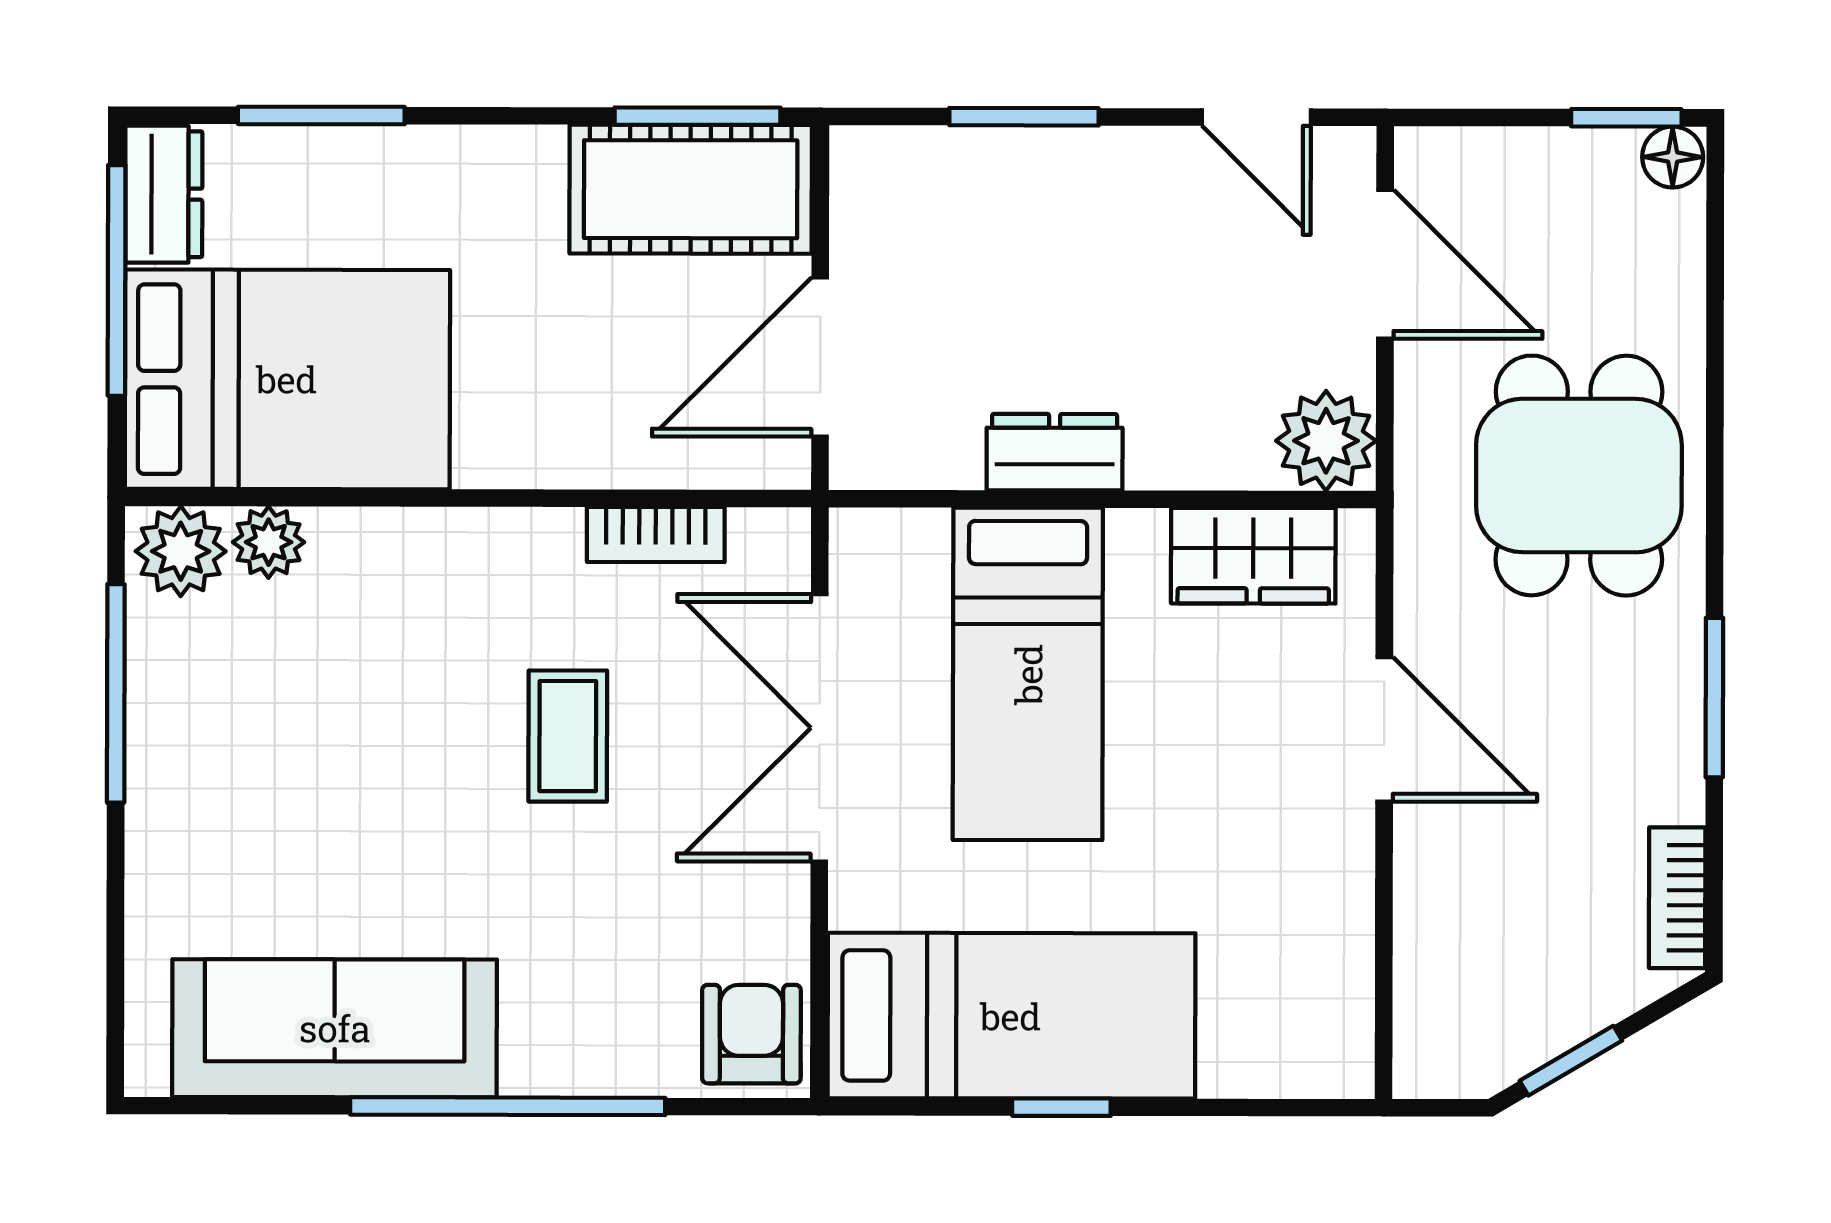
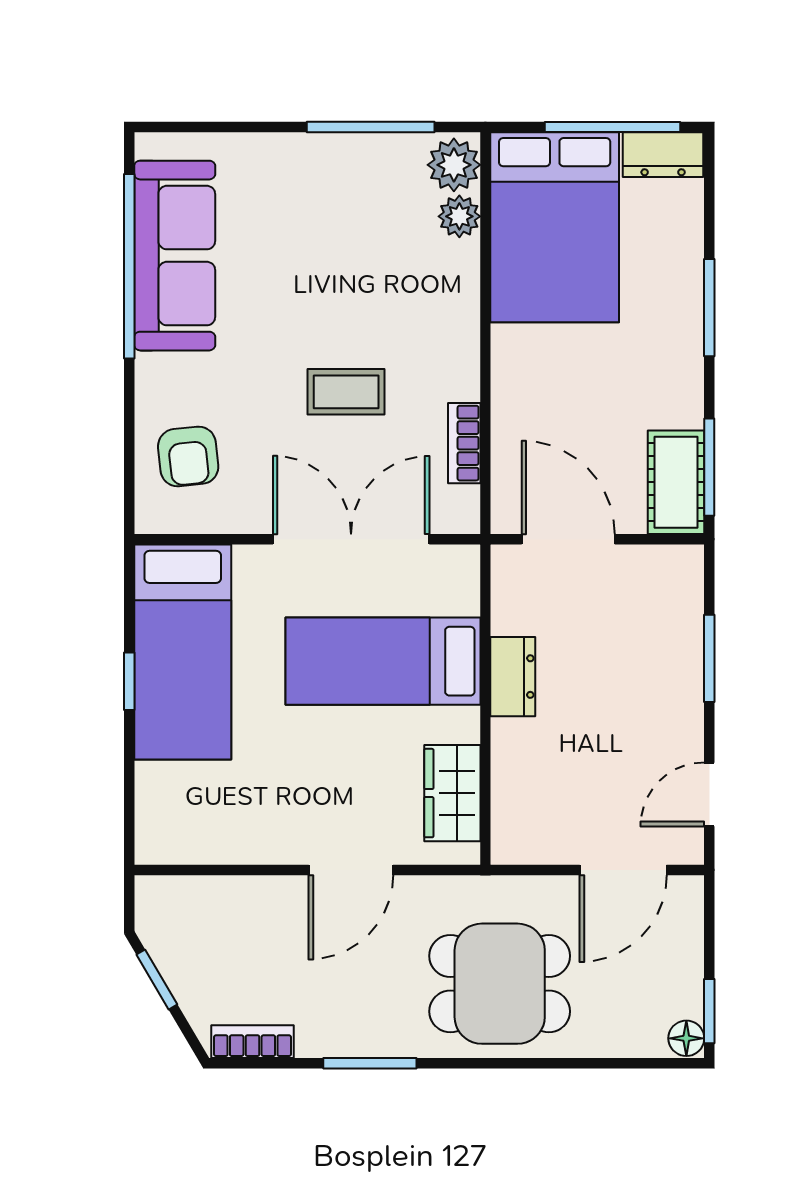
window: (321, 115) -> (709, 308), moved
cot: (691, 189) -> (676, 482), width x0.73, depth x0.75
plant: (1326, 441) -> (520, 836), removed
armchair: (751, 1034) -> (188, 456), moved, turned 84
window: (508, 1106) -> (129, 266), moved

